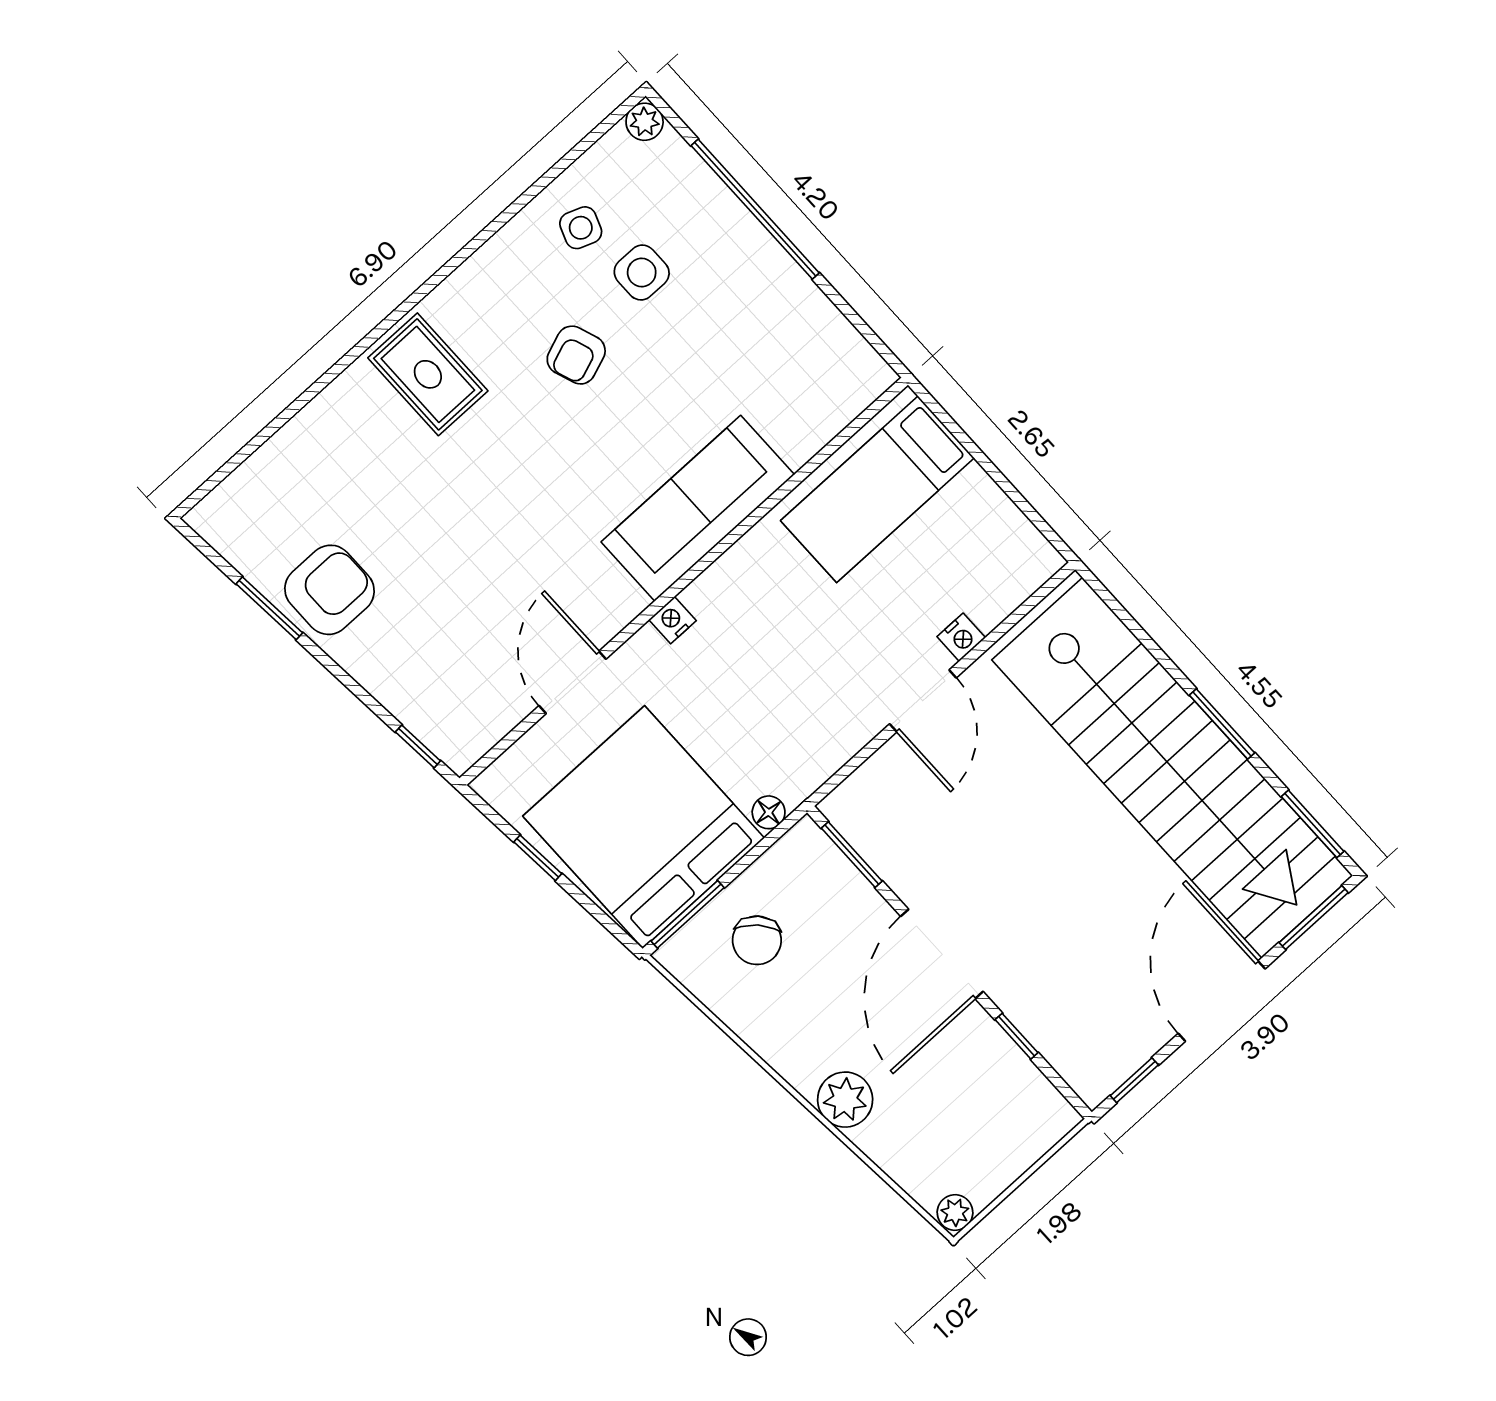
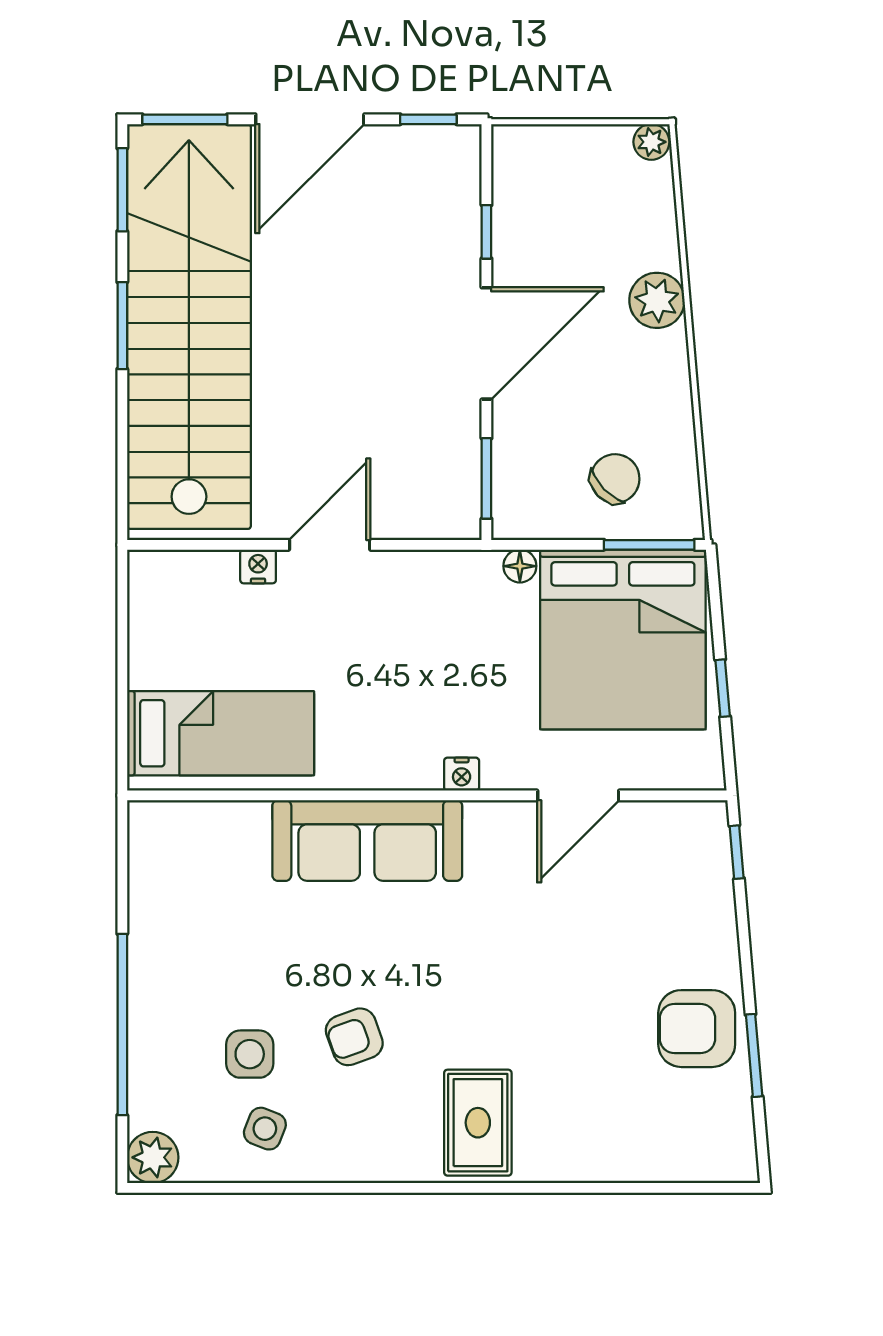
plant: (645, 122) -> (153, 1157), width x1.38, depth x1.38
armchair: (576, 355) -> (354, 1037), turned 180

